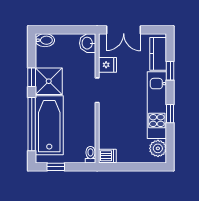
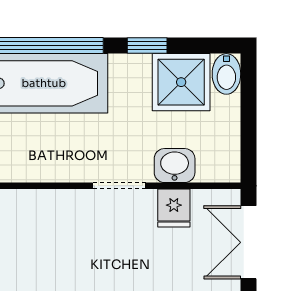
washbasin: (88, 43) -> (175, 166), moved
shower: (49, 81) -> (181, 82), moved

